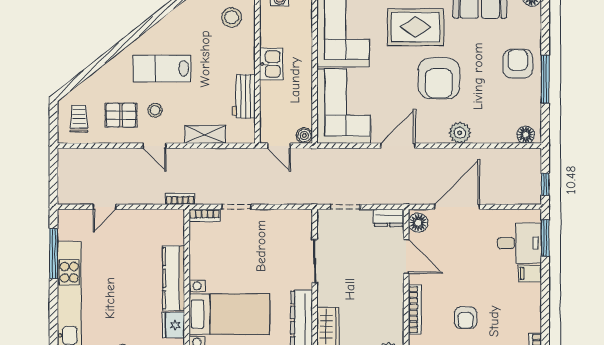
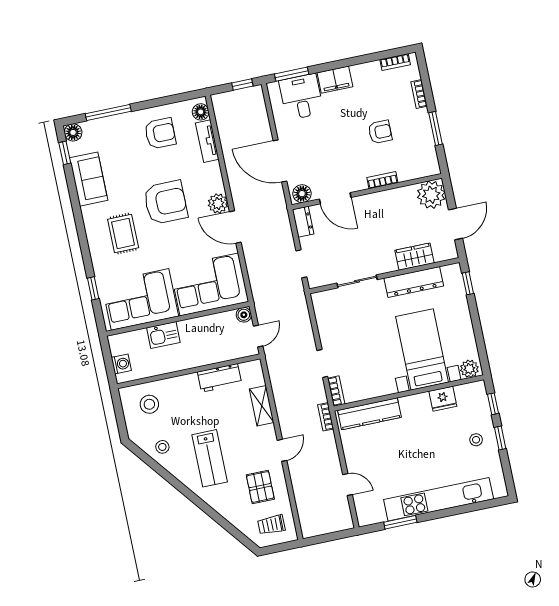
rug: (416, 27) -> (123, 234), width x0.73, depth x0.70
kitchen sink: (271, 64) -> (163, 335), moved, turned 180
armchair: (518, 64) -> (160, 133), moved, turned 180
window: (545, 79) -> (108, 112), moved
stool: (155, 110) -> (162, 447), moved
plant: (460, 133) -> (218, 204), moved
tv unit: (494, 135) -> (207, 141), added
window: (53, 254) -> (400, 522), width x0.69
door: (406, 256) -> (335, 198), swing flipped
filing cabinet: (530, 273) -> (335, 80), width x2.00
kitchen counter: (174, 278) -> (369, 414), moved
bookcase: (415, 310) -> (382, 180), width x0.64

